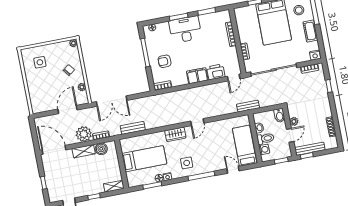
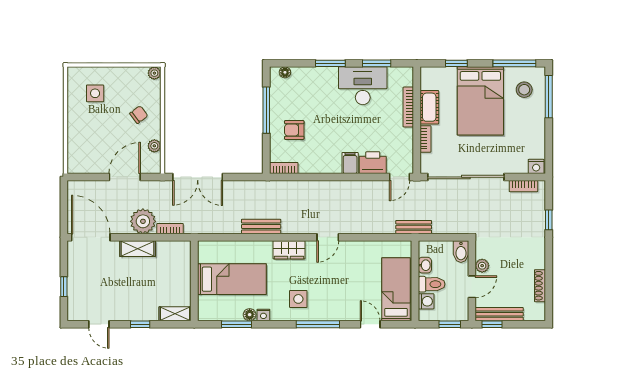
desk: (185, 30) -> (363, 86), moved
cot: (310, 31) -> (429, 107), moved
filing cabinet: (197, 76) -> (350, 163), width x0.50
bench: (133, 128) -> (261, 226), moved
boiler: (101, 149) -> (166, 250), removed

